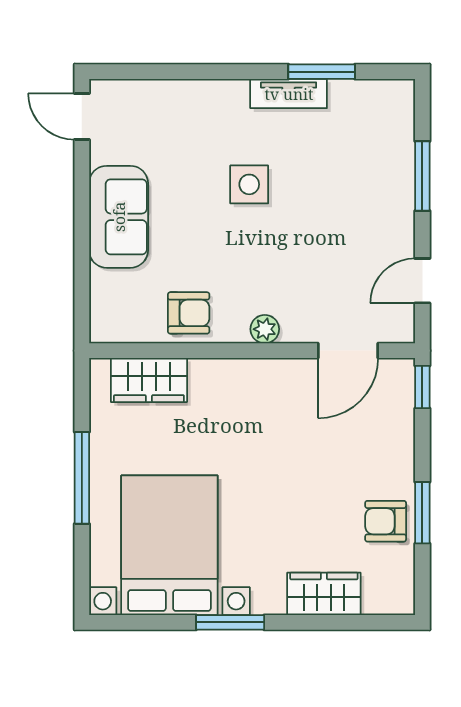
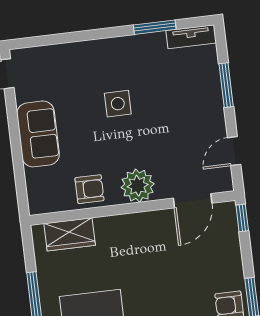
tv unit: (289, 94) -> (191, 37), moved
plant: (265, 329) -> (138, 186), width x1.88, depth x1.88

